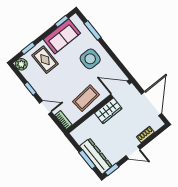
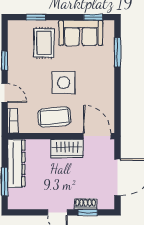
side table: (90, 59) -> (64, 83), moved
plant: (21, 64) -> (15, 28), removed
dresser: (96, 156) -> (16, 163), moved
window: (112, 170) -> (88, 212), moved

